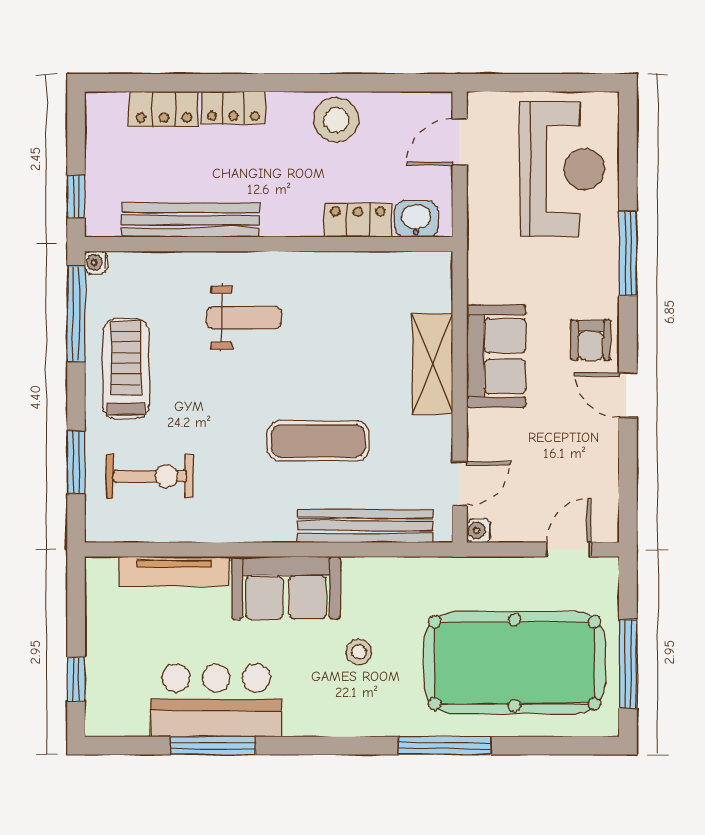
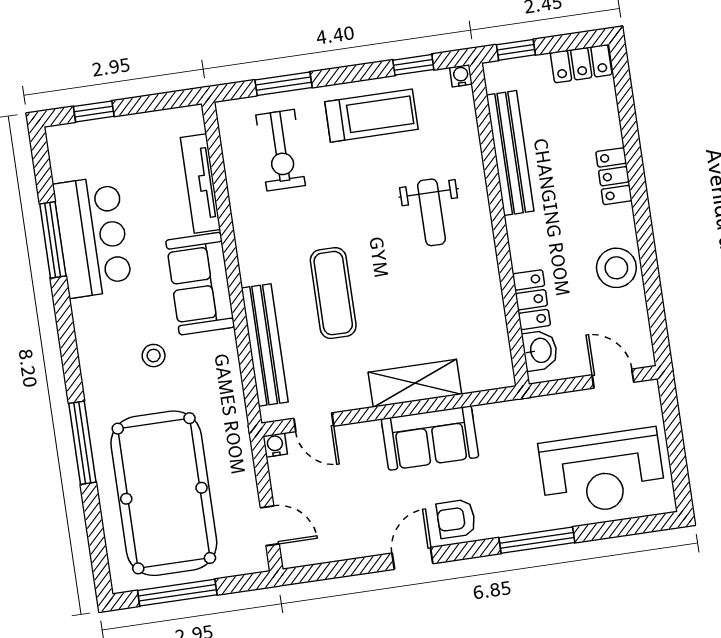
locker: (164, 109) -> (581, 64), moved, turned -90
window: (76, 314) -> (413, 65), width x0.46

